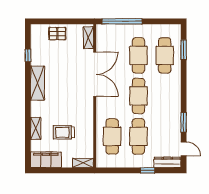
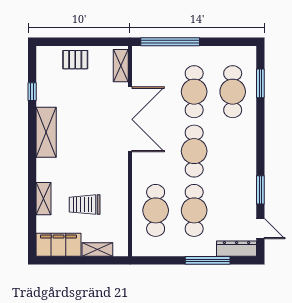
shelving: (83, 163) -> (97, 249), moved
window: (148, 170) -> (208, 260), width x2.17

